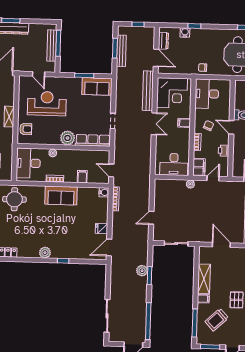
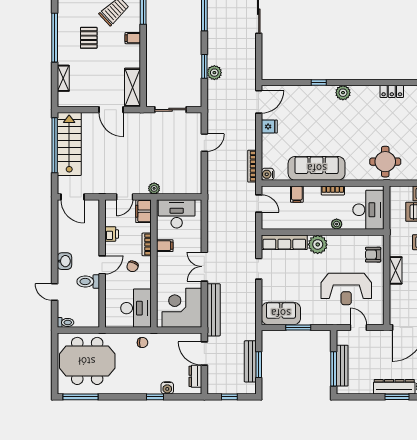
filing cabinet: (184, 123) -> (165, 246), moved
door: (231, 127) -> (102, 265), hinge flipped
sofa: (61, 196) -> (317, 168), width x1.36
shelving: (204, 279) -> (133, 87), moved

